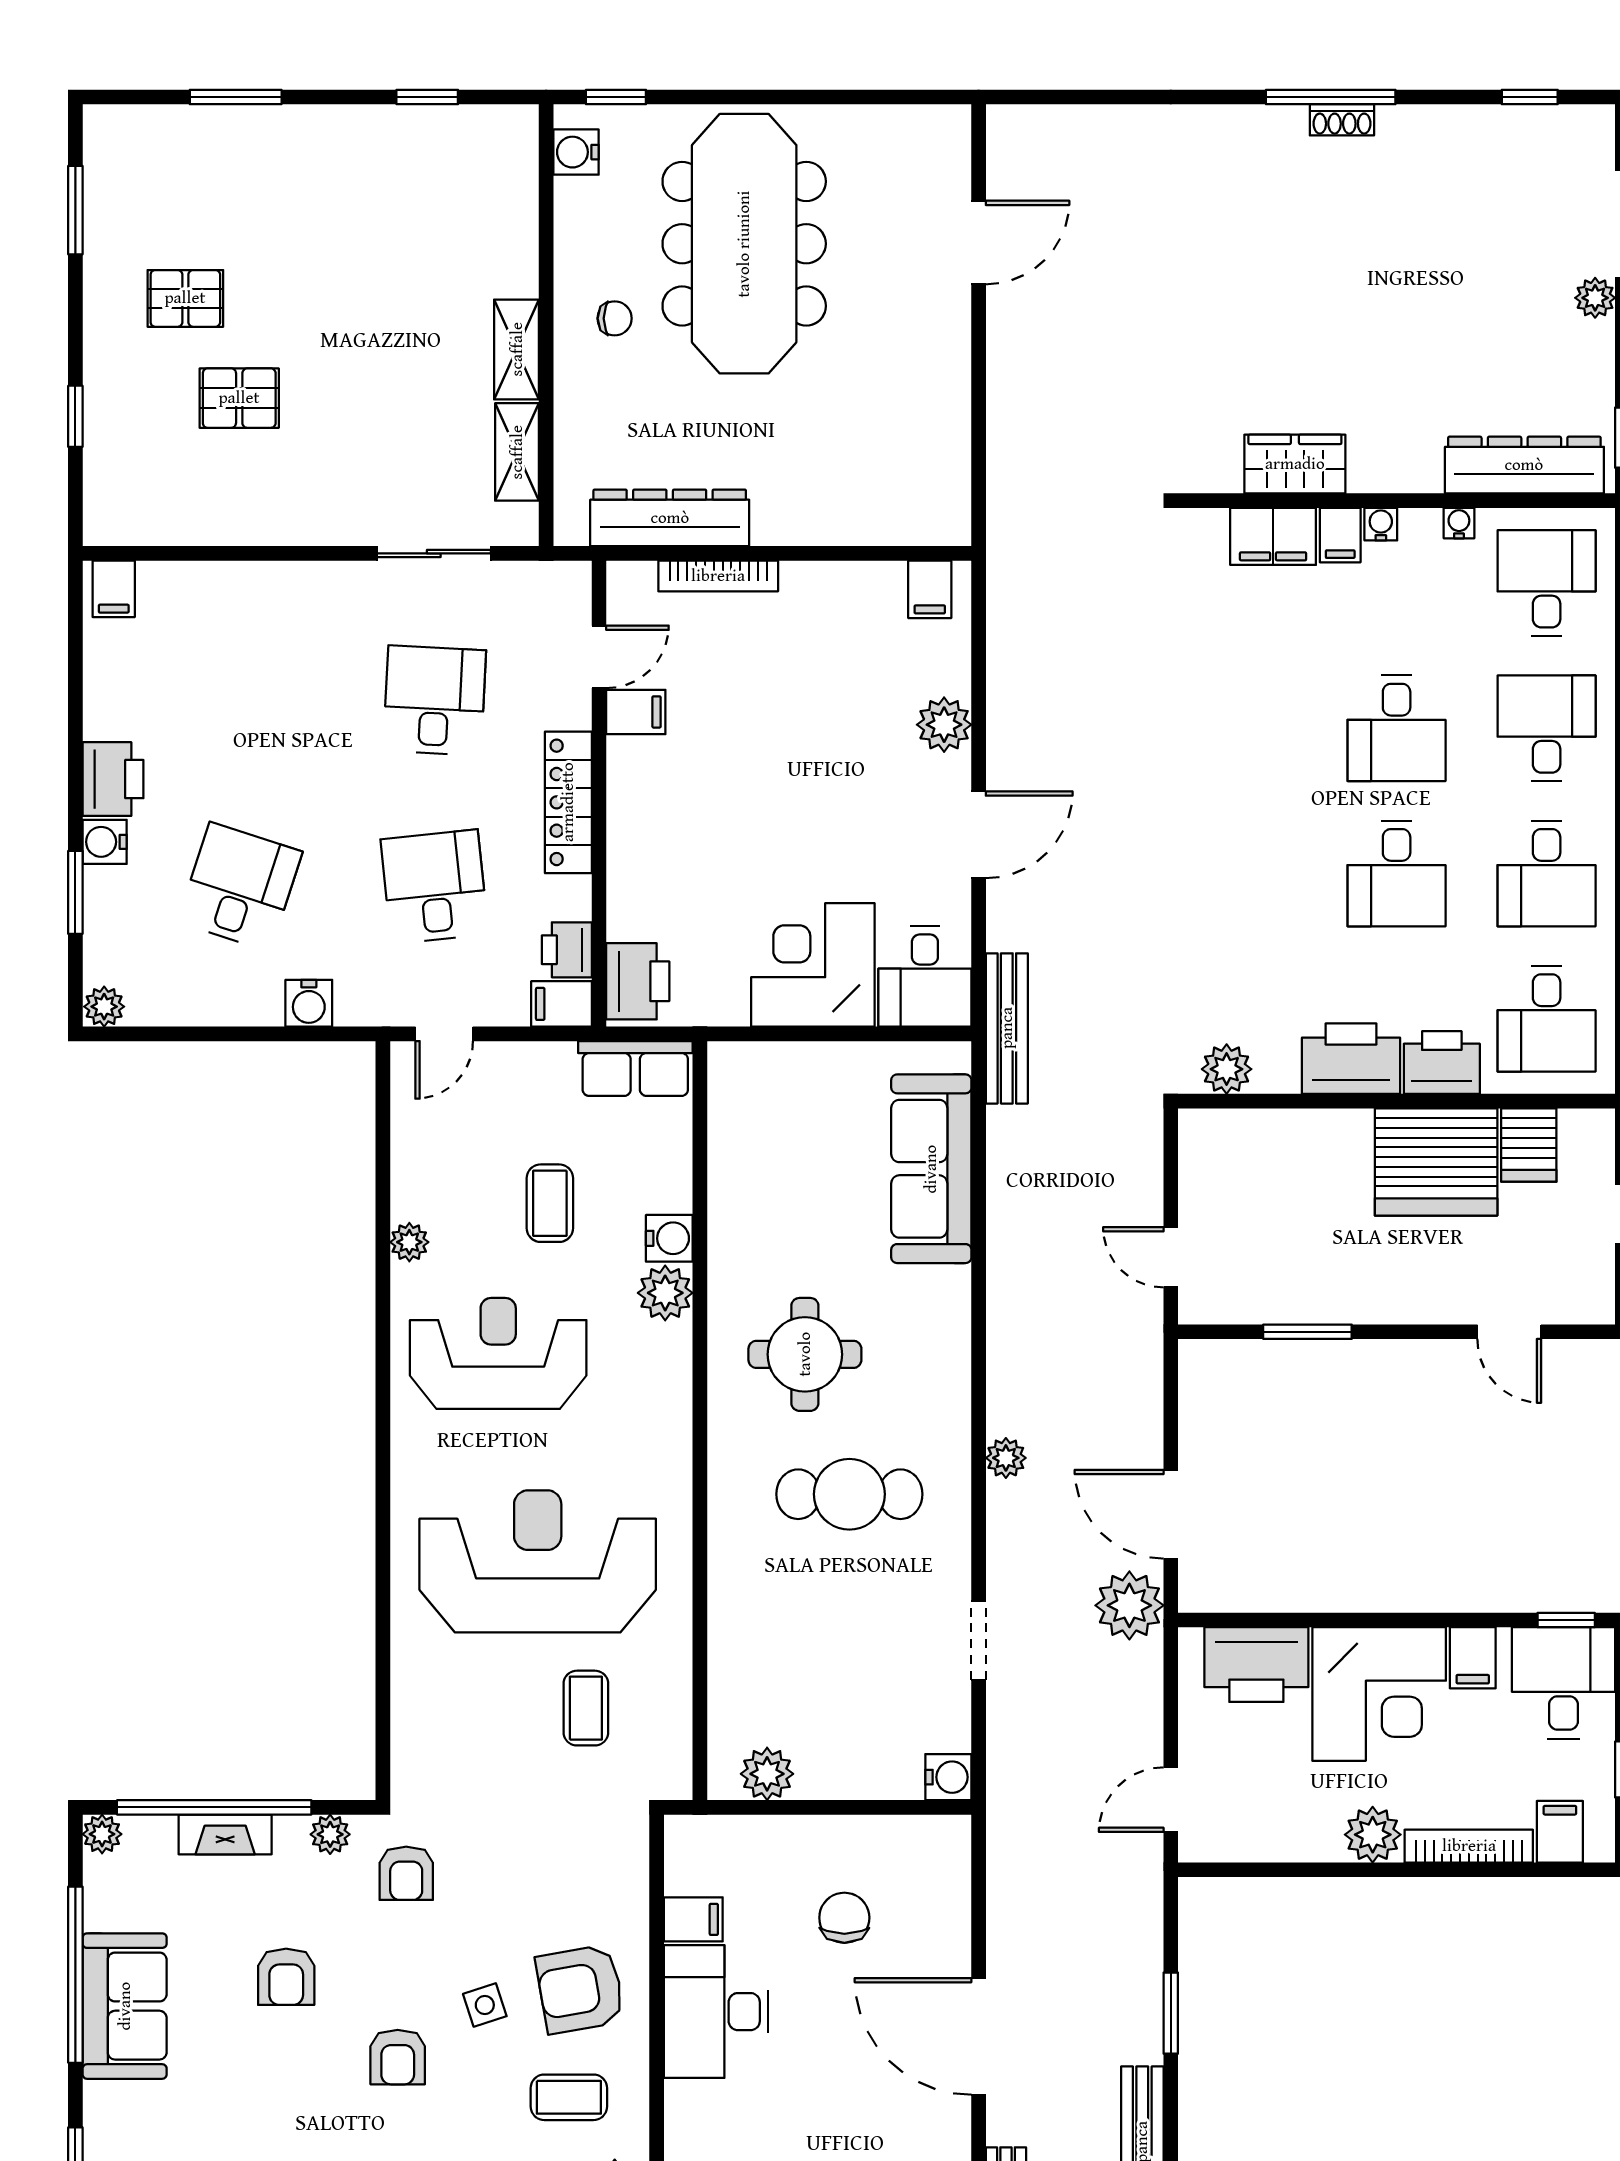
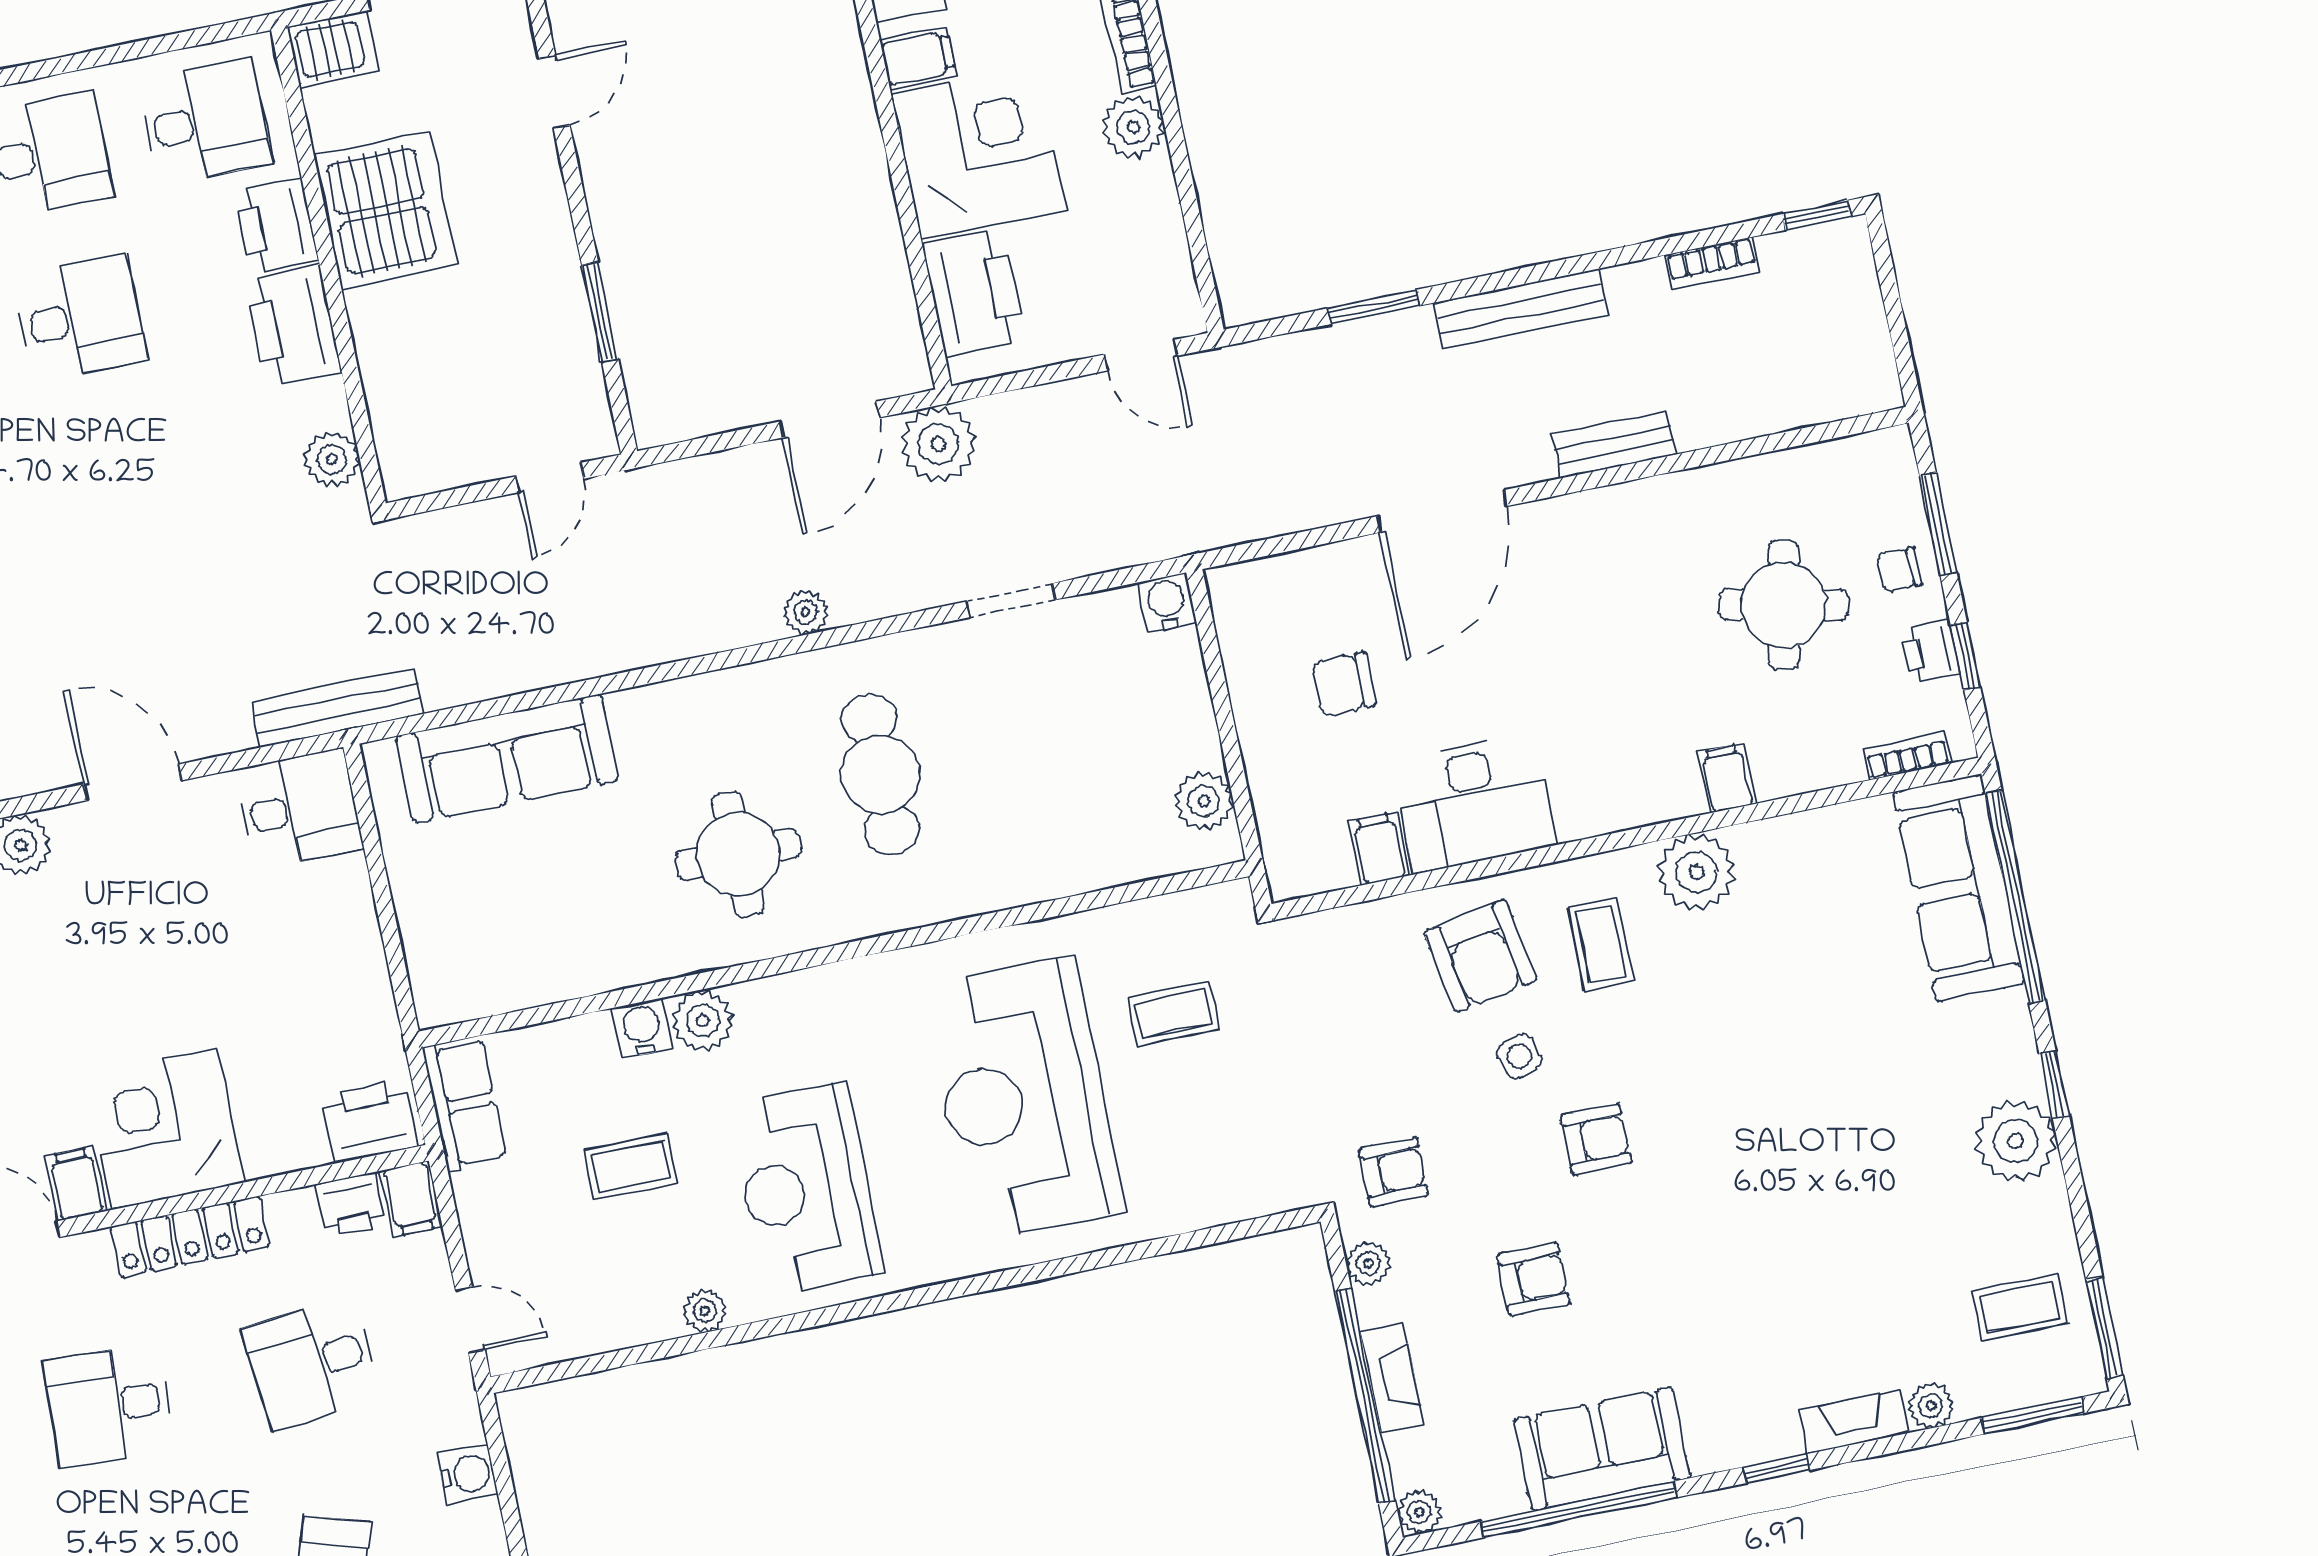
corner desk: (813, 965) -> (165, 1129), moved, turned 90
server rack: (1529, 1145) -> (333, 49), moved

